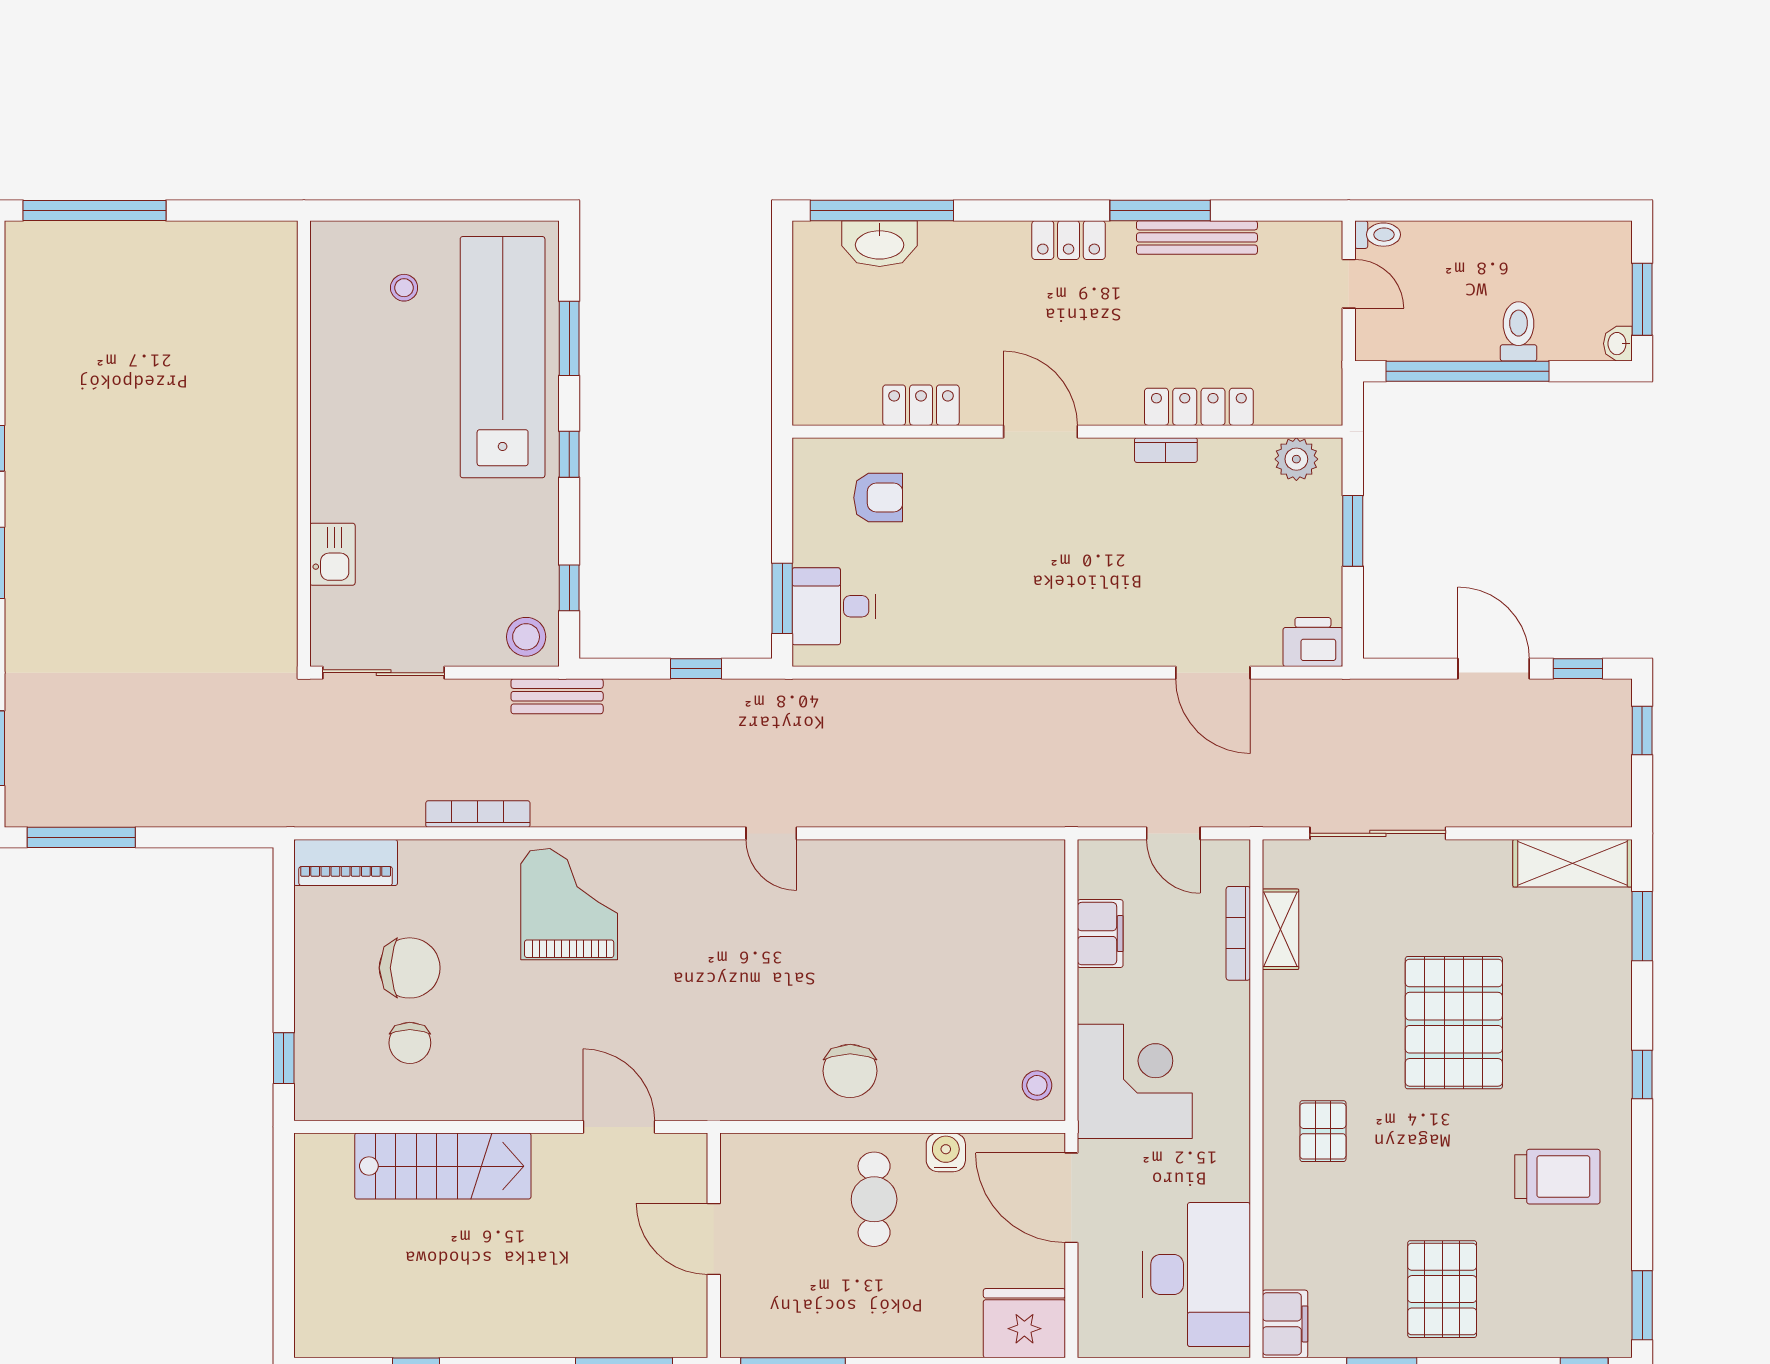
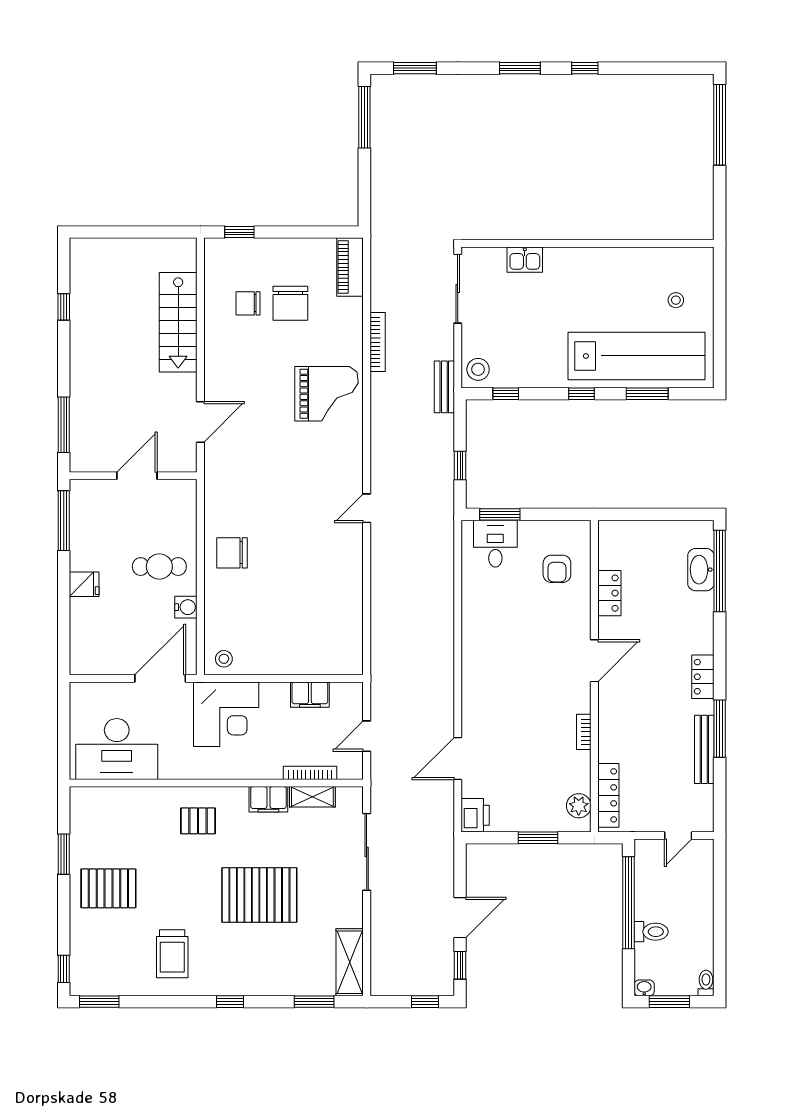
toilet: (1378, 235) -> (706, 983), moved, turned 180
locker: (1199, 407) -> (608, 795), moved
fridge: (1024, 1323) -> (84, 584), moved, width x0.53, depth x0.75
filing cabinet: (1285, 1324) -> (268, 799), moved

